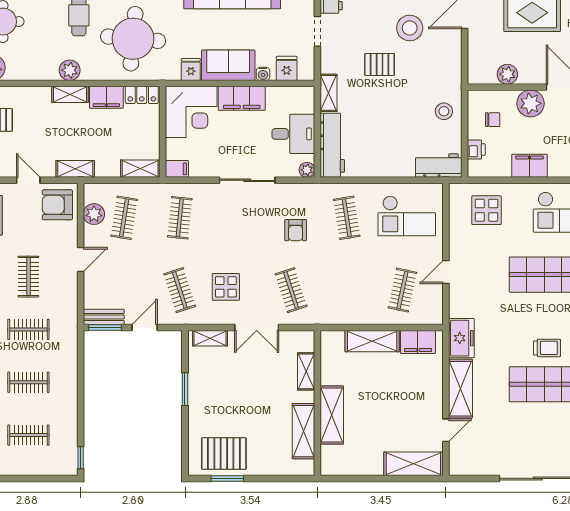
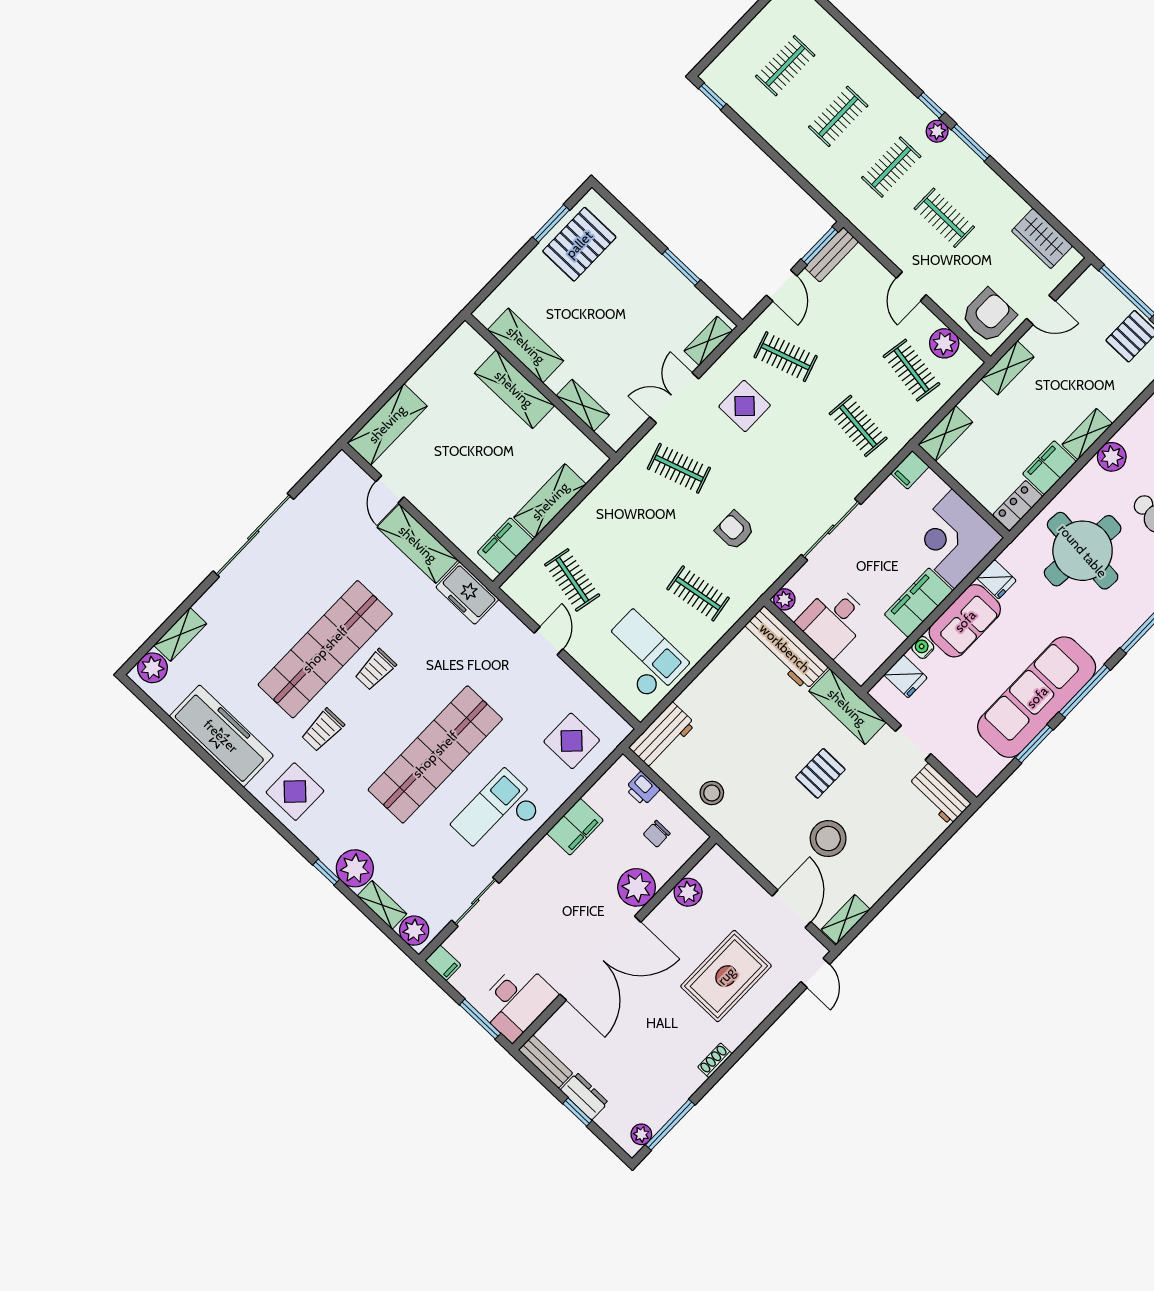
shelving: (329, 93) -> (847, 707), width x1.50, depth x1.33
checkout: (407, 216) -> (642, 655), turned 90

